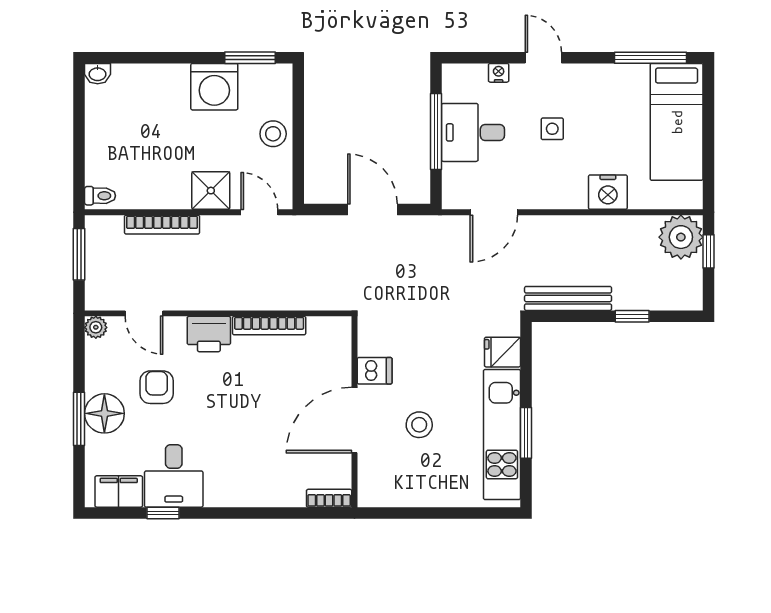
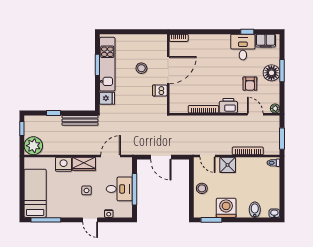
bidet: (145, 82) -> (255, 210), added
wardrobe: (558, 193) -> (84, 164), added
window: (709, 251) -> (22, 129), moved

